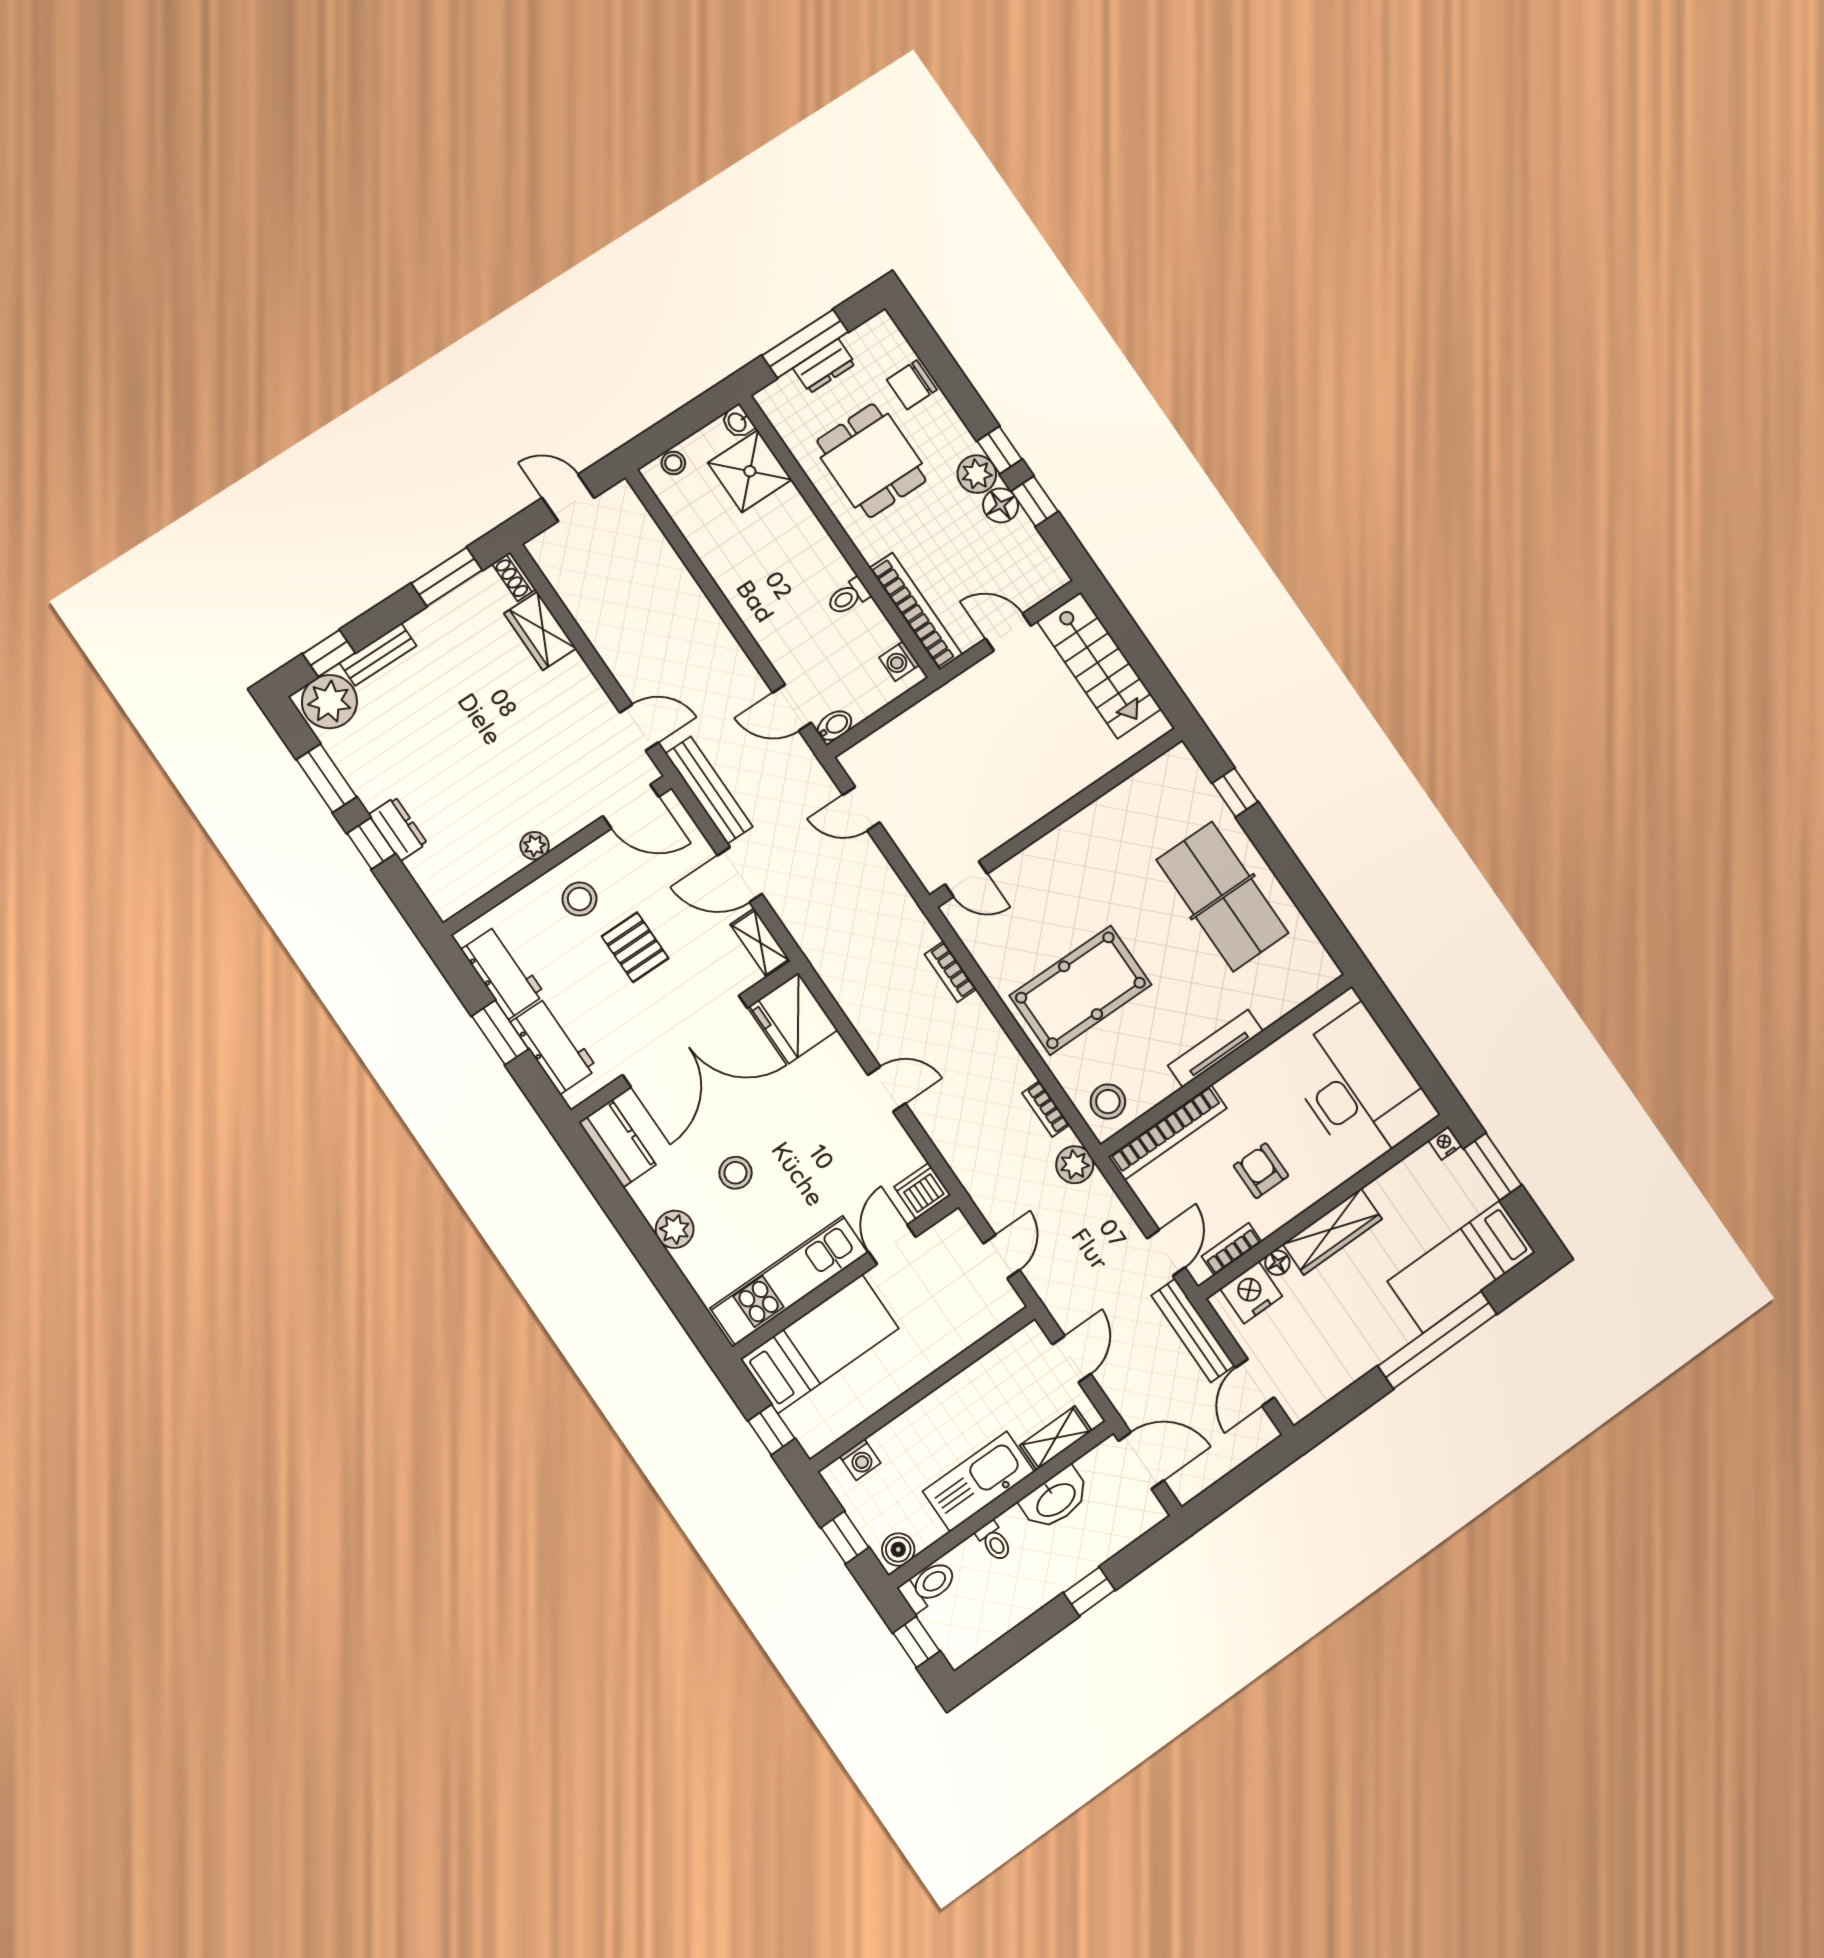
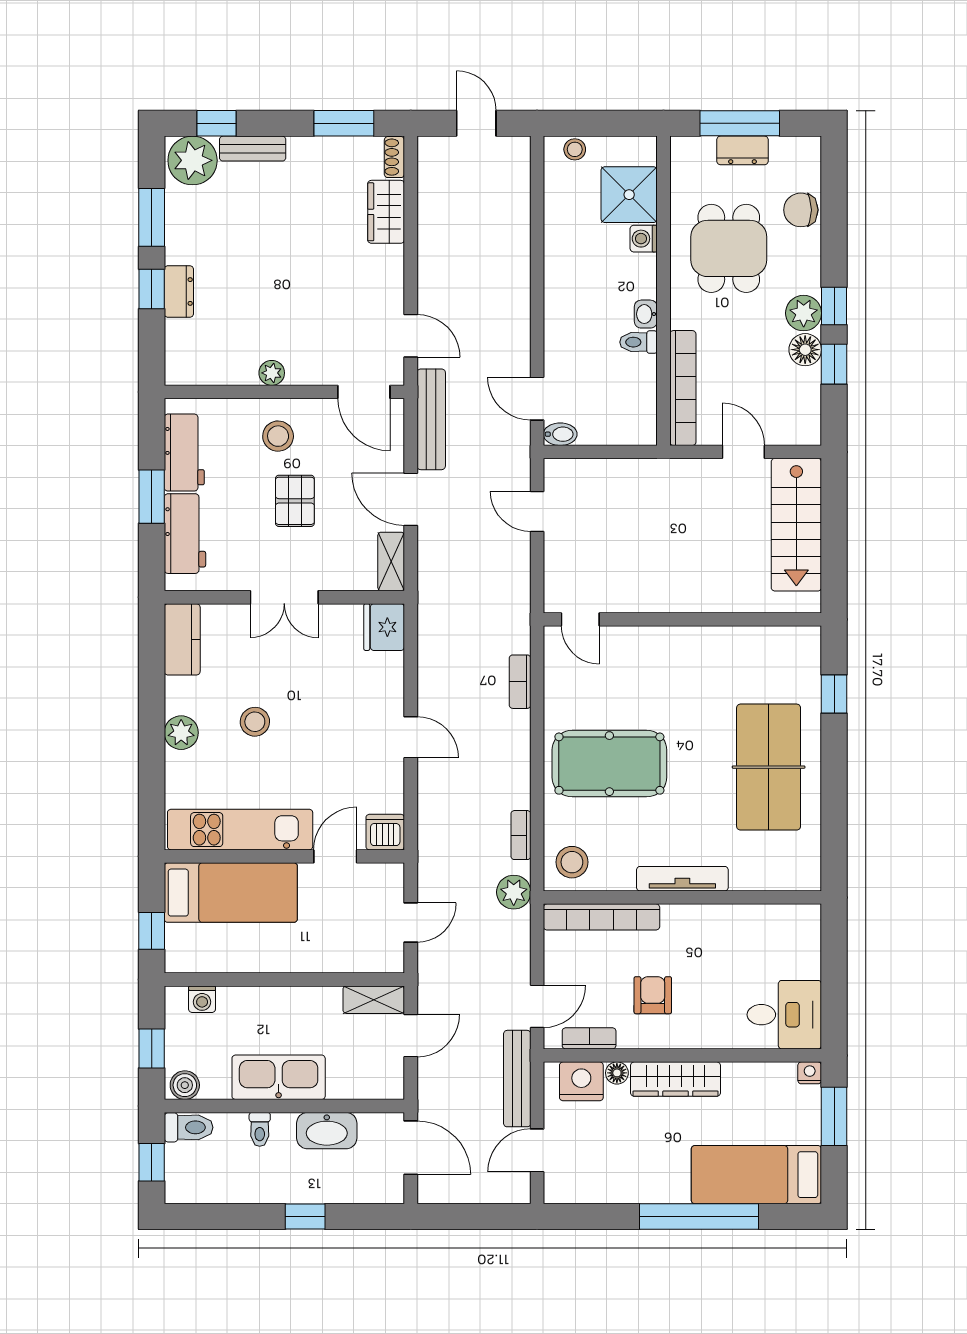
washbasin: (738, 422) -> (646, 314), moved
washing machine: (899, 661) -> (644, 239), moved
fridge: (794, 1018) -> (384, 627), width x0.73, depth x0.75
double door: (685, 1041) -> (284, 597), width x0.54
desk: (1360, 1087) -> (784, 1015), width x0.53, depth x0.77
shelving: (1056, 1438) -> (374, 1000), moved

